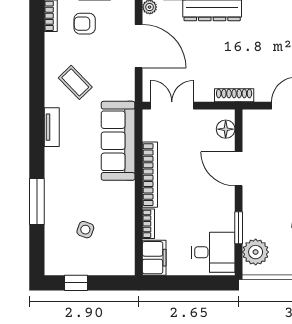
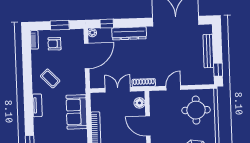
door: (139, 46) -> (87, 56), hinge flipped
double door: (172, 106) -> (118, 90), moved
sofa: (118, 141) -> (77, 112), width x0.73

